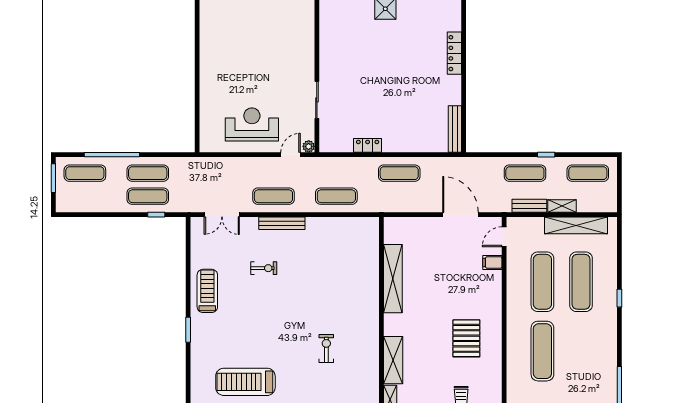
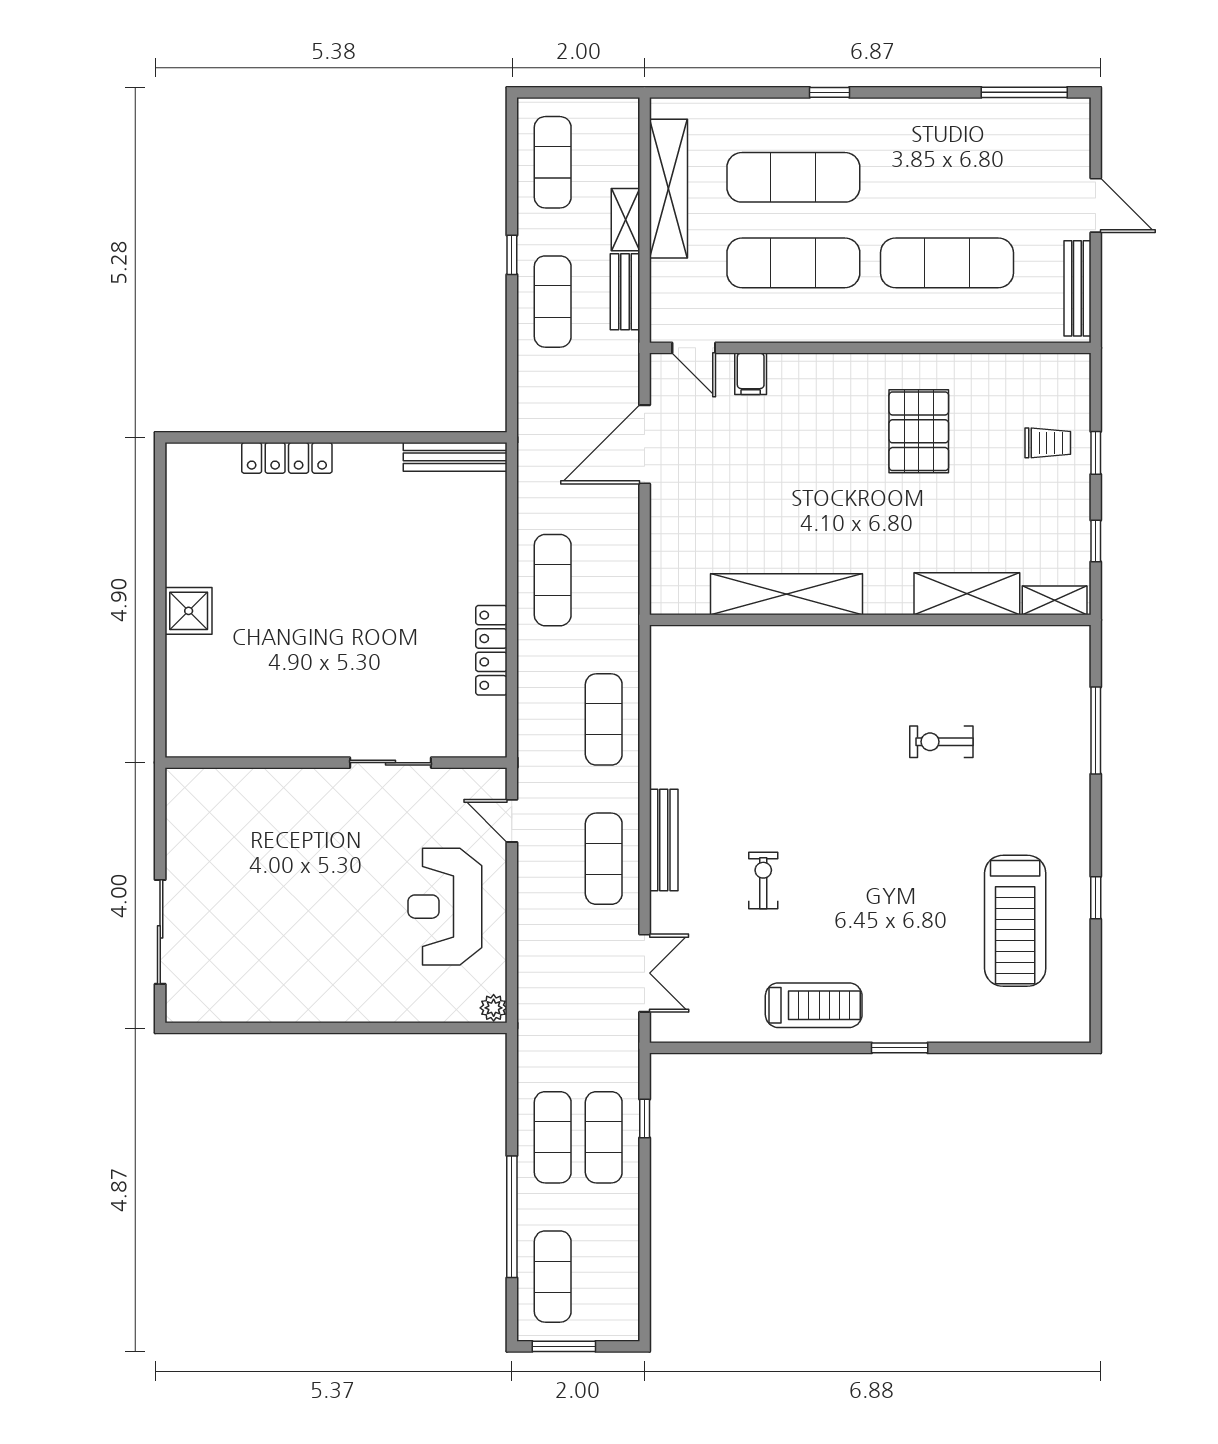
locker: (368, 145) -> (491, 650), width x1.53
plant: (309, 146) -> (494, 1008), moved
treadmill: (207, 291) -> (814, 1005), turned 180
pallet: (466, 338) -> (919, 431), turned 90

